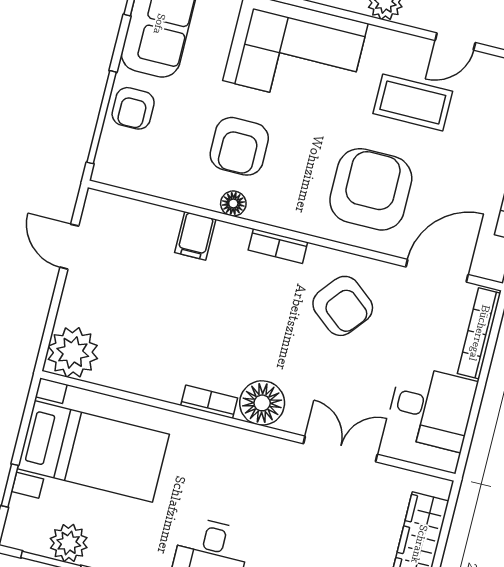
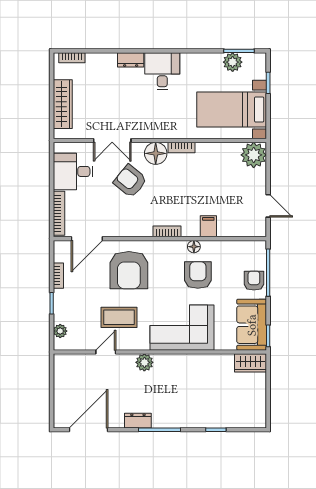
armchair: (343, 306) -> (130, 181), moved

